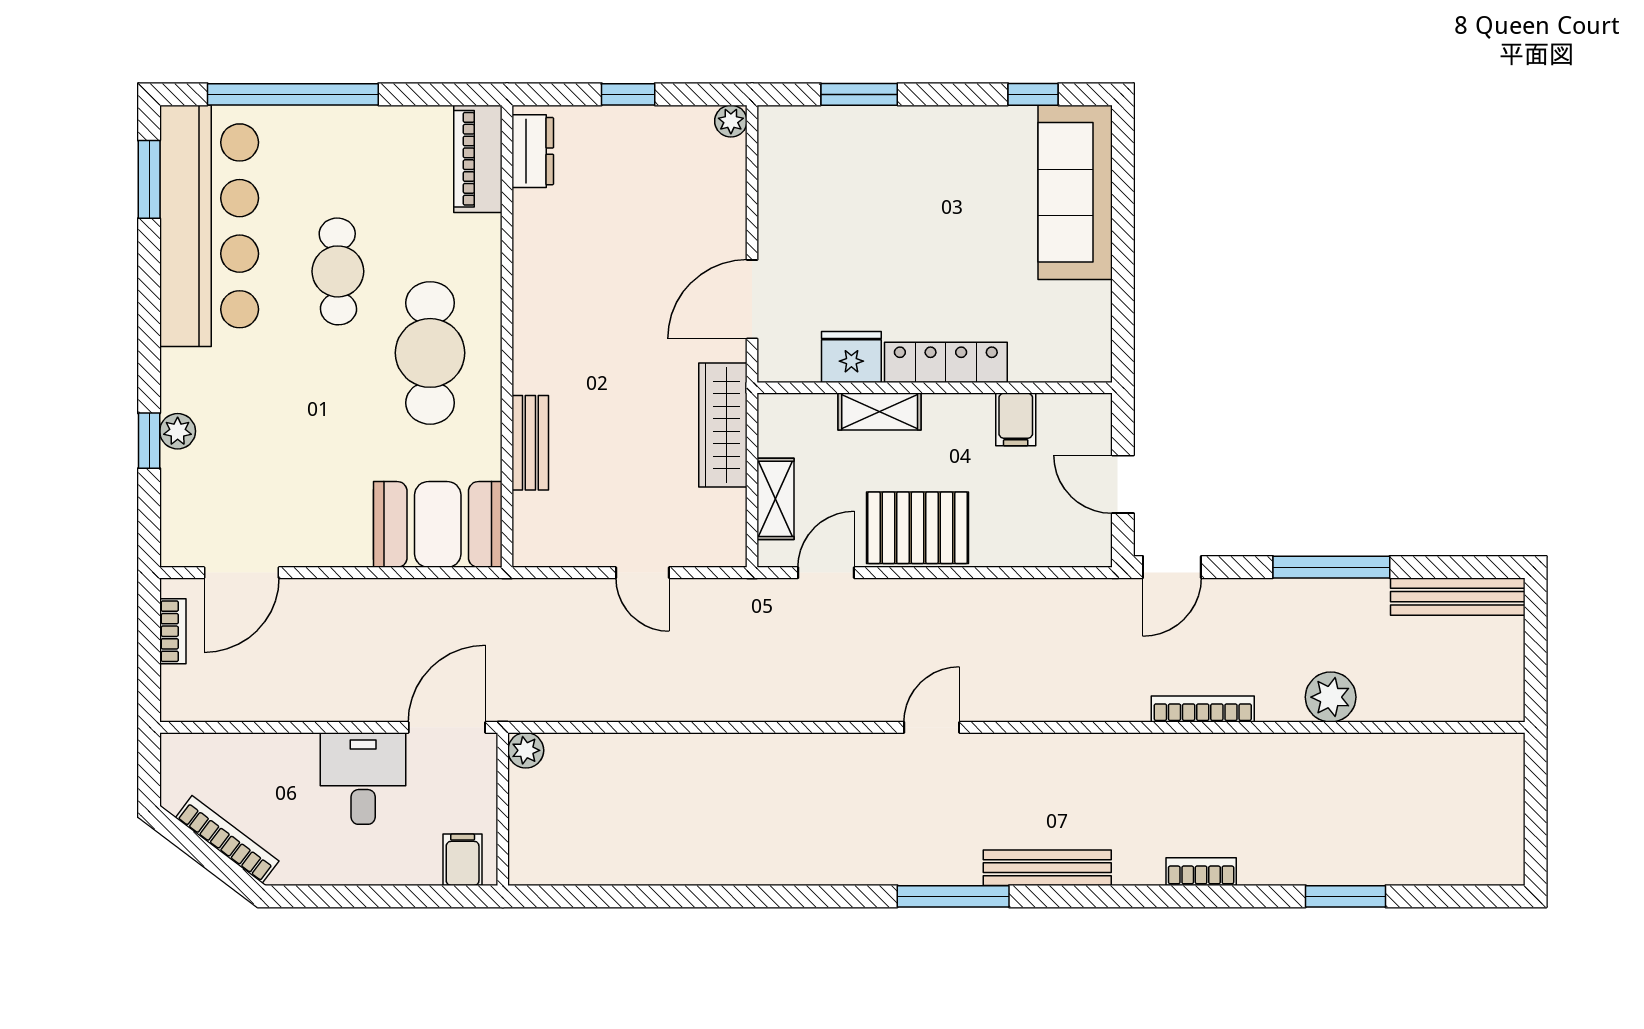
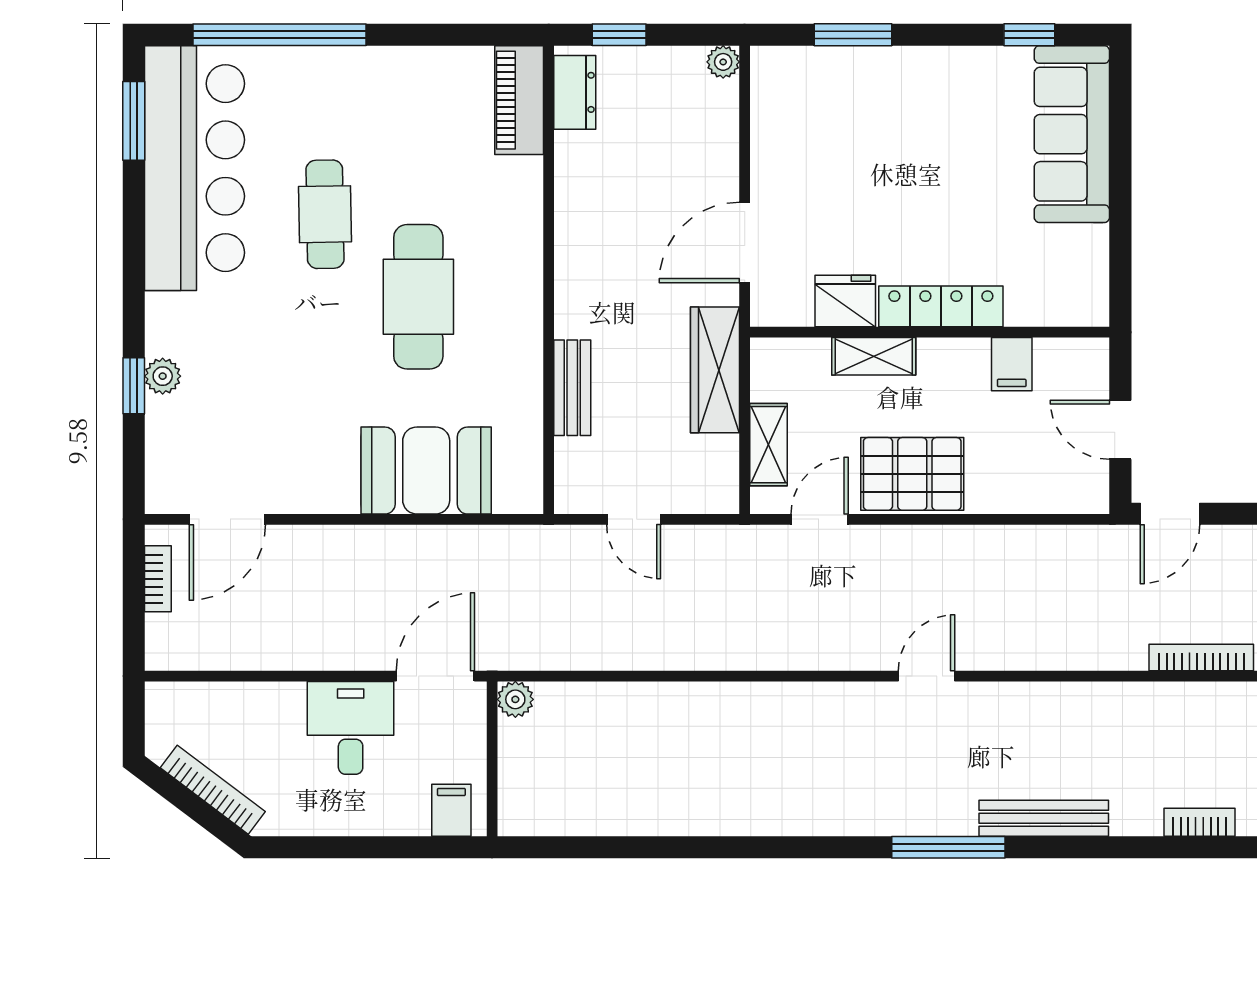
dresser: (533, 151) -> (575, 92), moved
piano: (478, 159) -> (519, 100), moved
wall: (507, 336) -> (549, 280), moved
bench: (530, 443) -> (572, 388), moved

